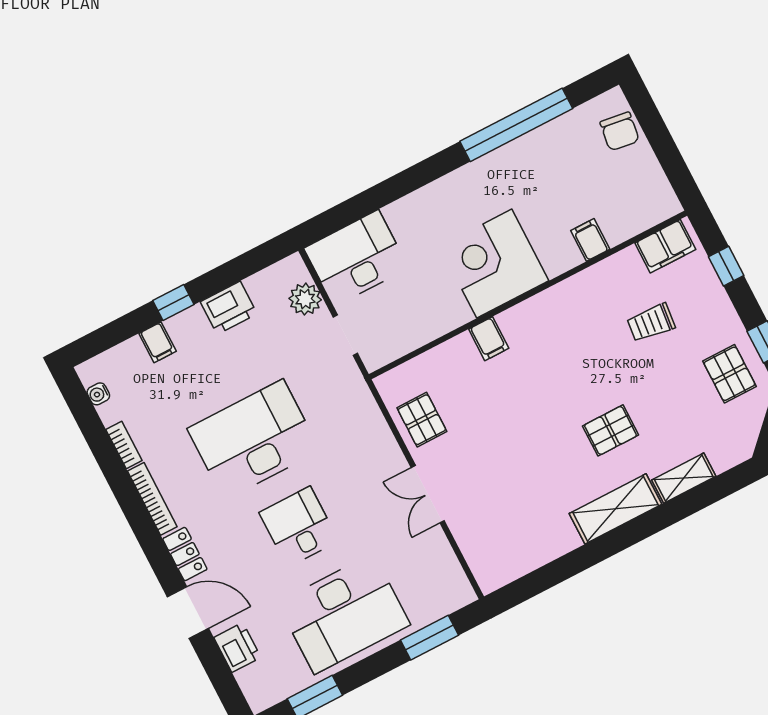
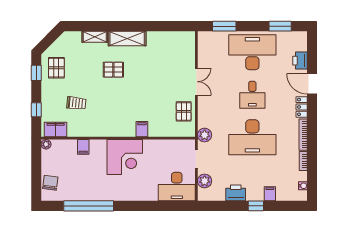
plant: (669, 206) -> (46, 144), added
plant: (354, 393) -> (205, 135), added

